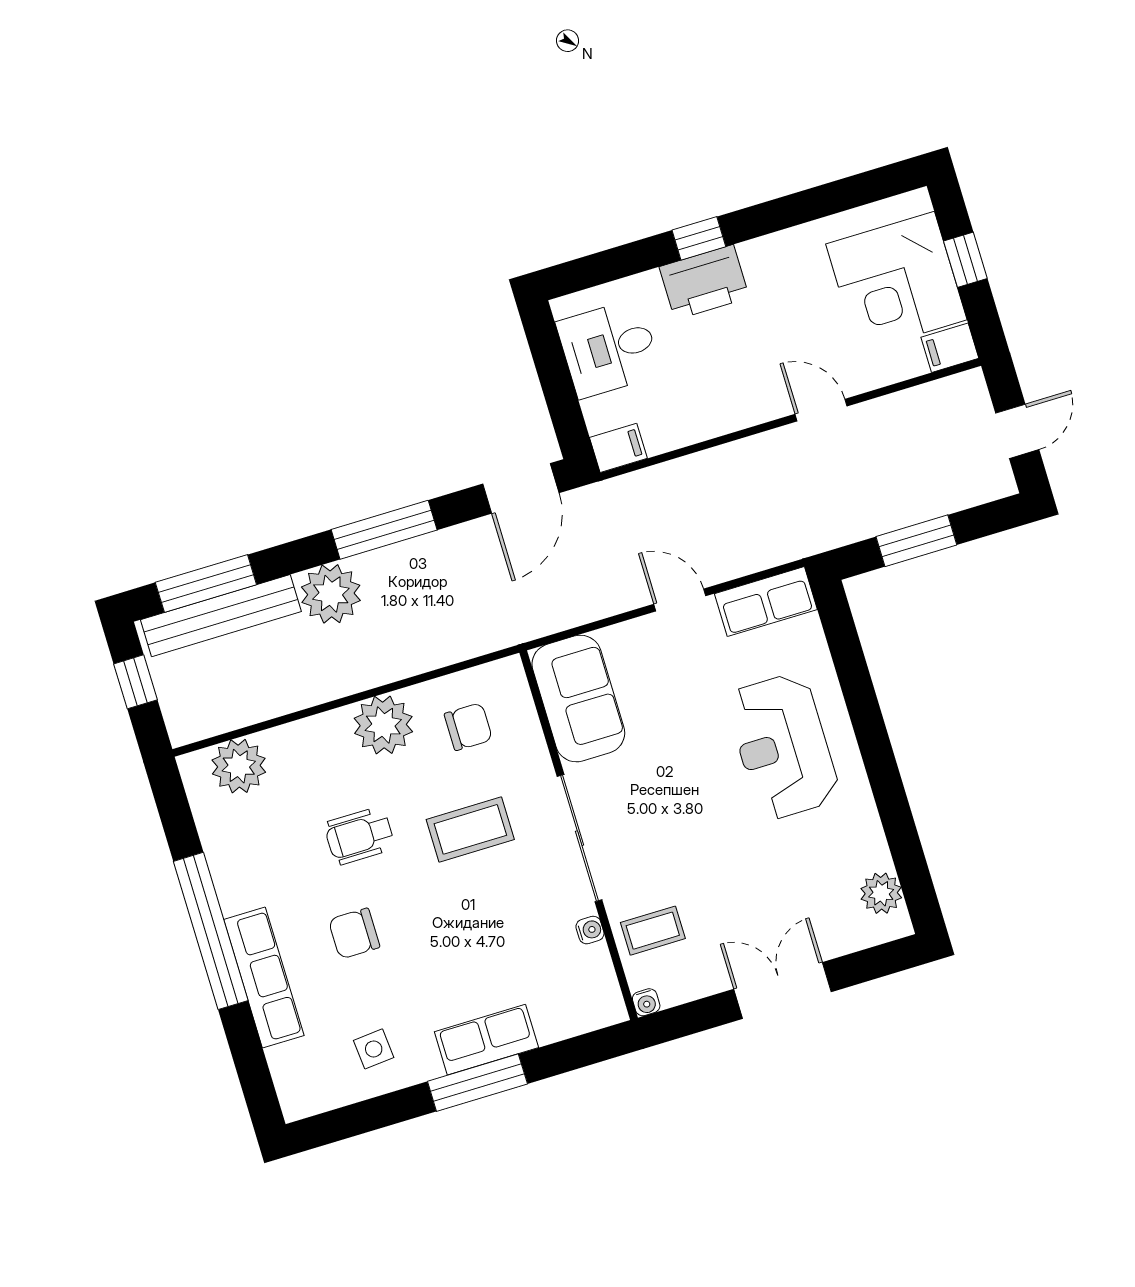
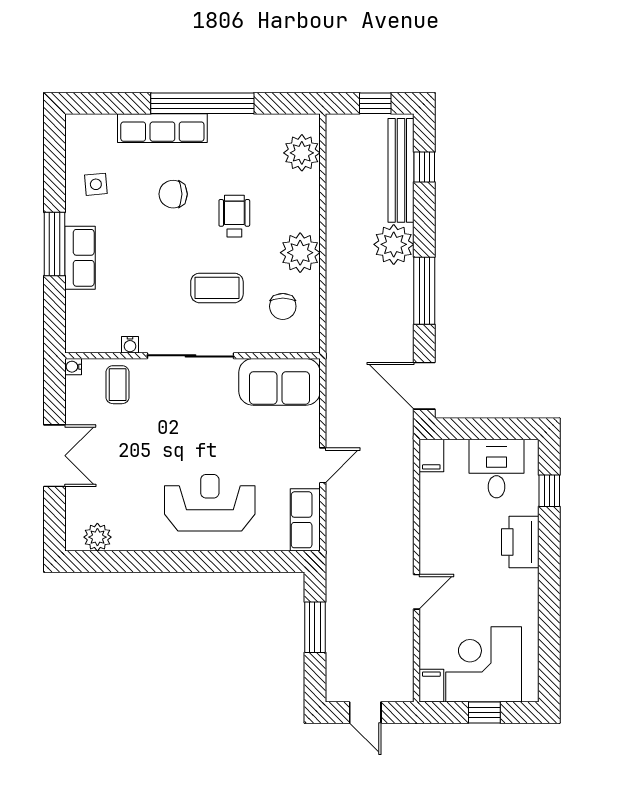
window: (699, 238) -> (549, 491), moved
window: (206, 584) -> (424, 167), width x0.46
coffee table: (470, 829) -> (217, 288), turned 90
chair: (354, 933) -> (173, 194), turned -90

